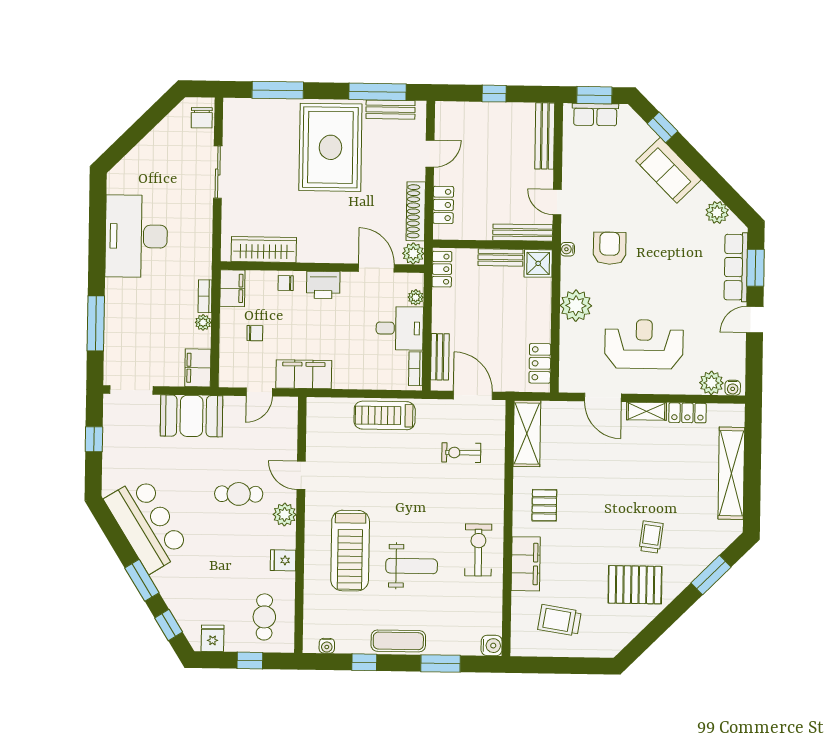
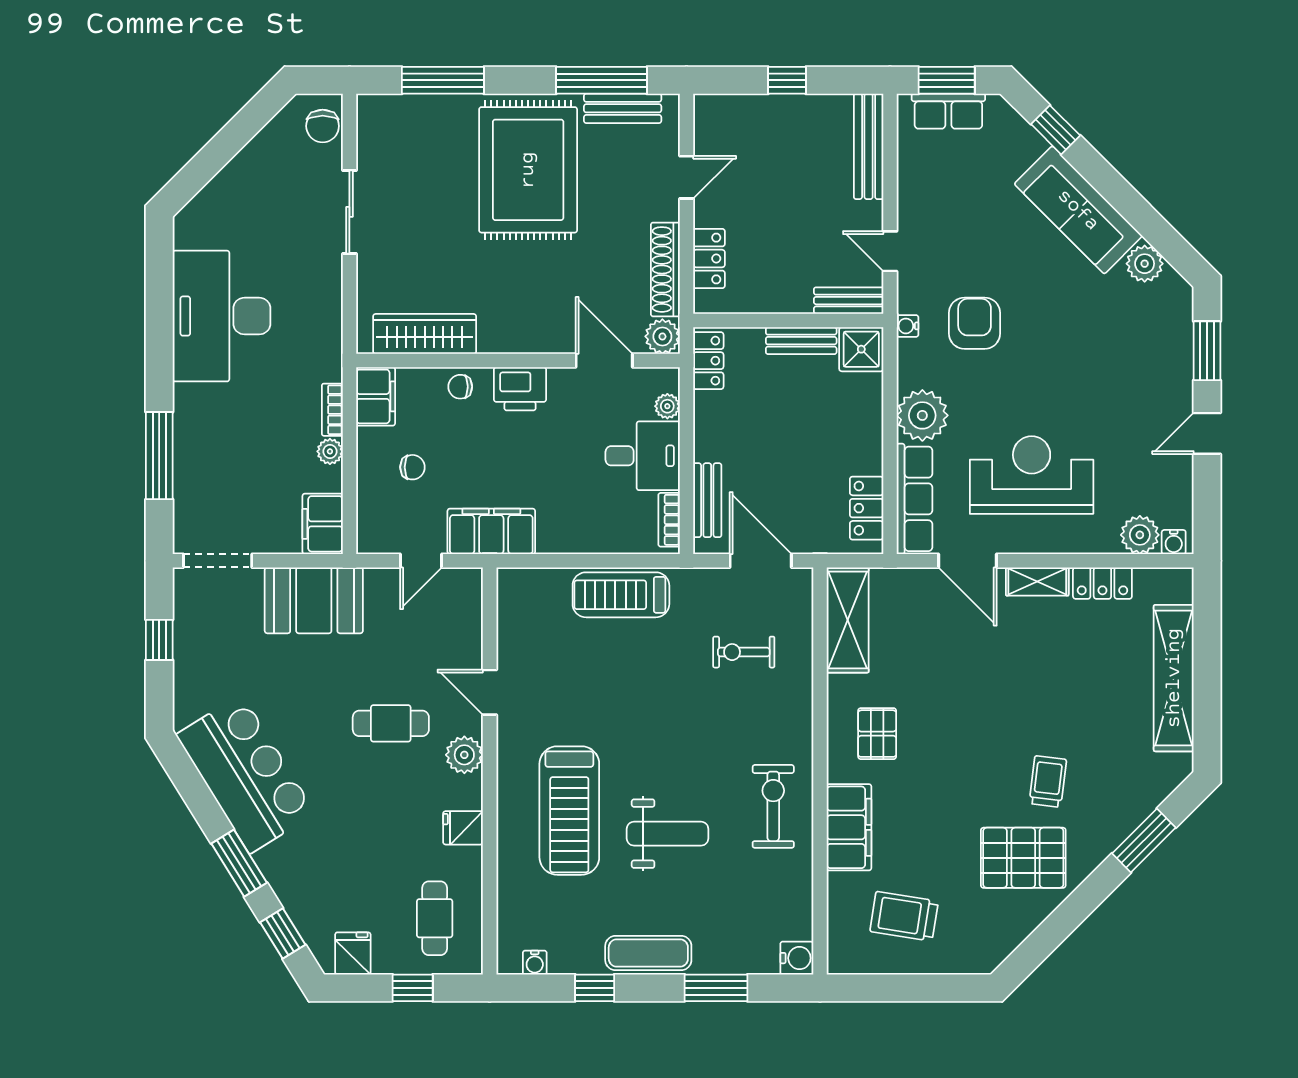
sofa: (669, 170) -> (1078, 210), width x1.36
bench: (523, 233) -> (849, 301), width x0.73
row of seats: (736, 267) -> (915, 499), moved, turned 180

